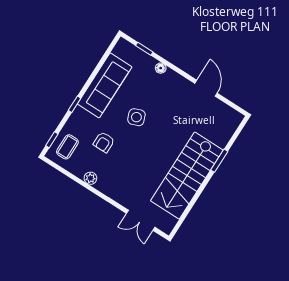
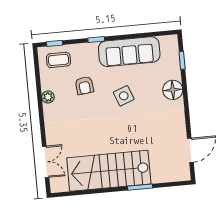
floor lamp: (161, 68) -> (173, 90), width x1.89, depth x1.89
door: (206, 88) -> (190, 150), moved
armchair: (104, 142) -> (84, 86), turned -96
double door: (141, 220) -> (46, 162), swing flipped

